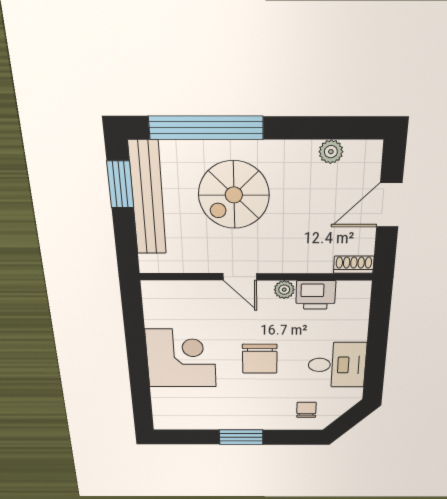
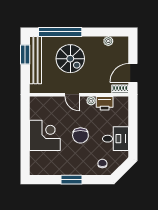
spiral stairs: (234, 195) -> (70, 59), turned -90
door: (389, 205) -> (133, 73), moved

